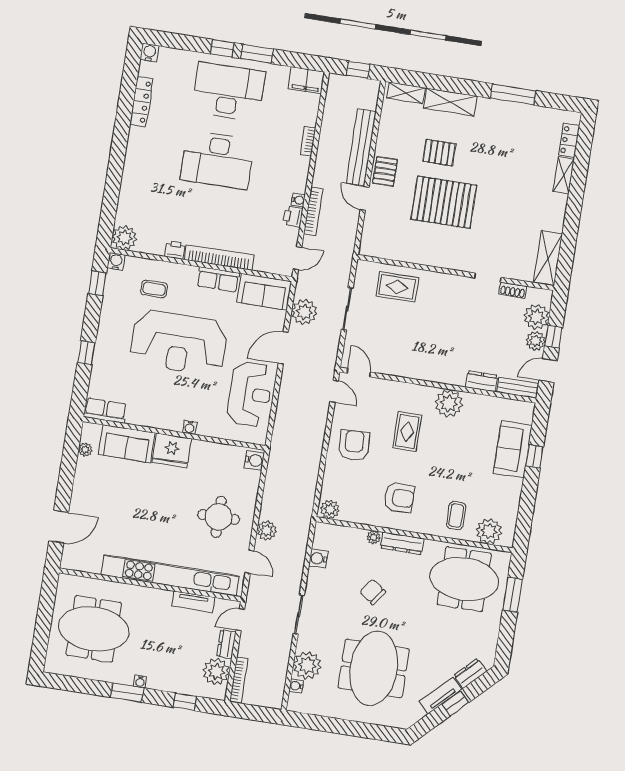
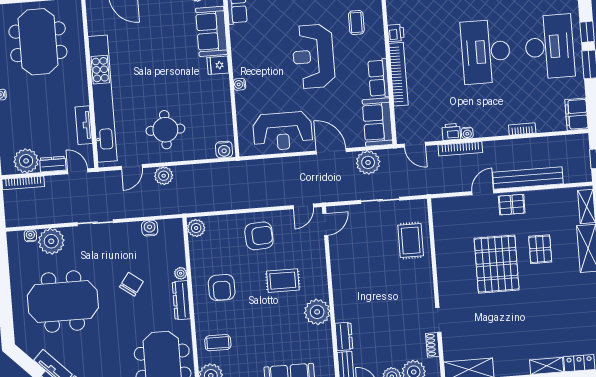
reception desk: (179, 343) -> (313, 56), width x0.74, depth x0.77
fridge: (172, 450) -> (218, 65), width x0.53, depth x0.75

